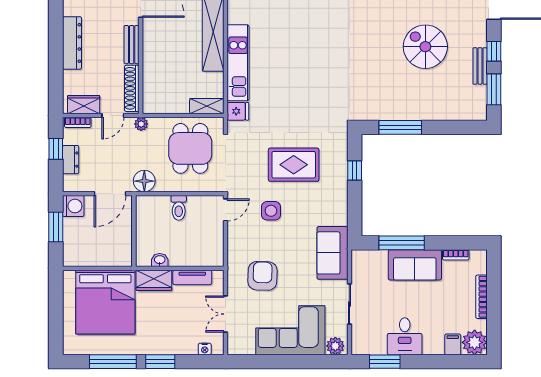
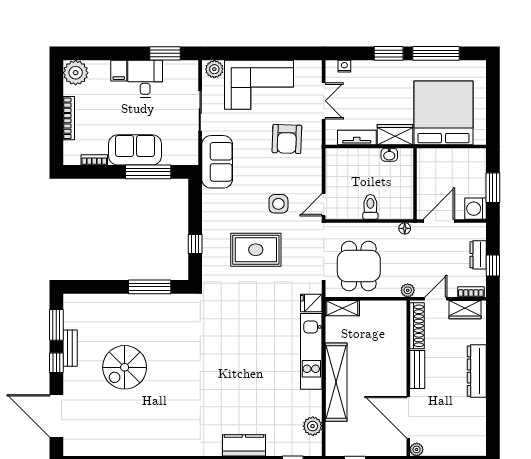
spiral stairs: (425, 47) -> (125, 367), turned 90
floor lamp: (144, 181) -> (405, 228), width x0.53, depth x0.53
filing cabinet: (453, 344) -> (119, 71), moved

